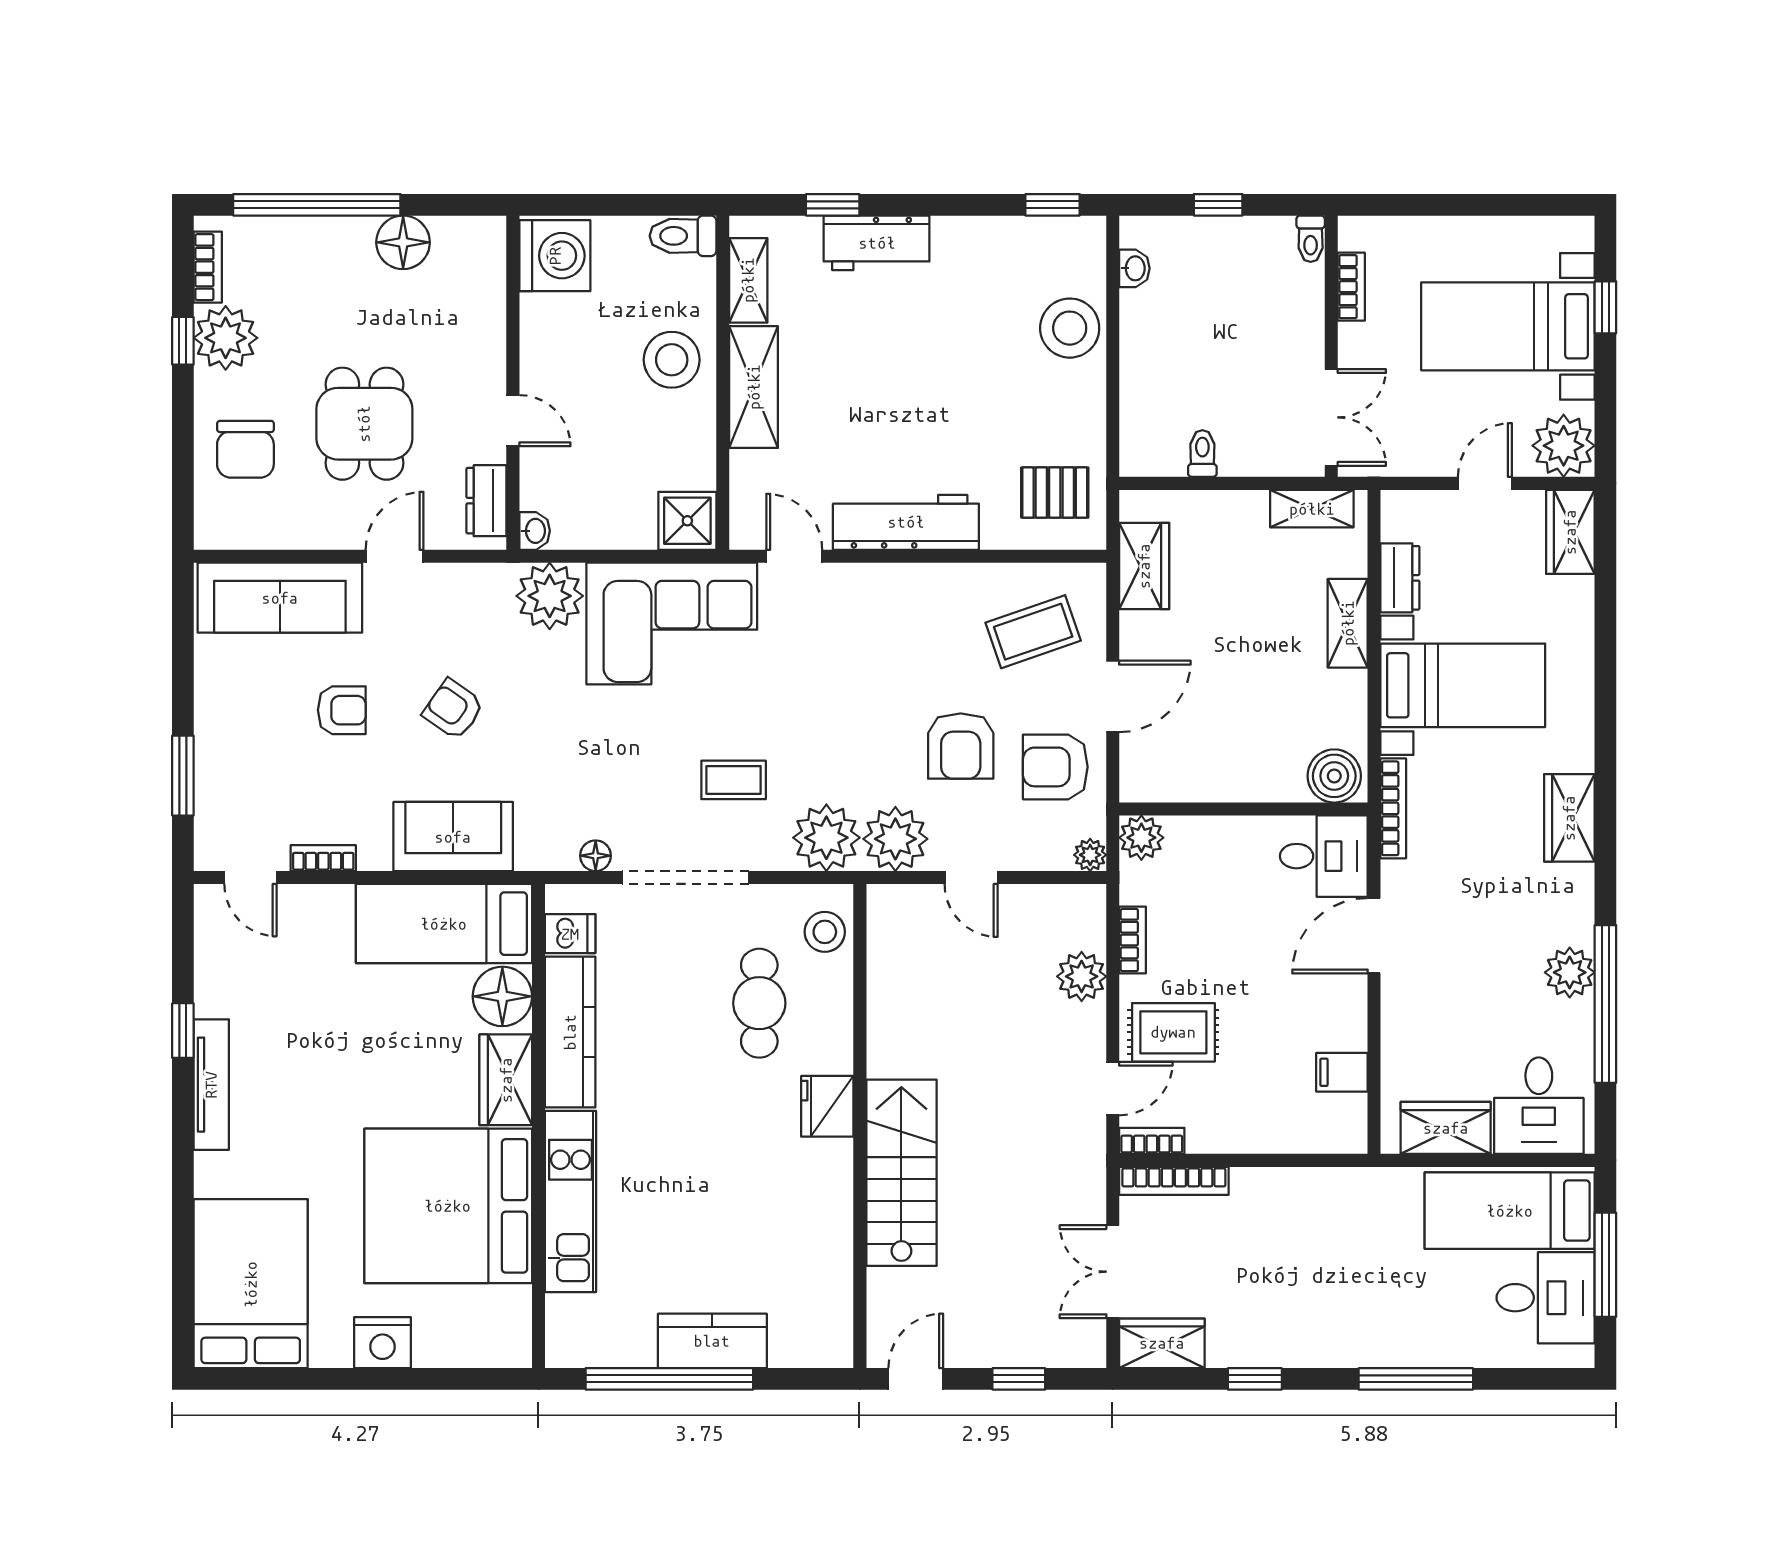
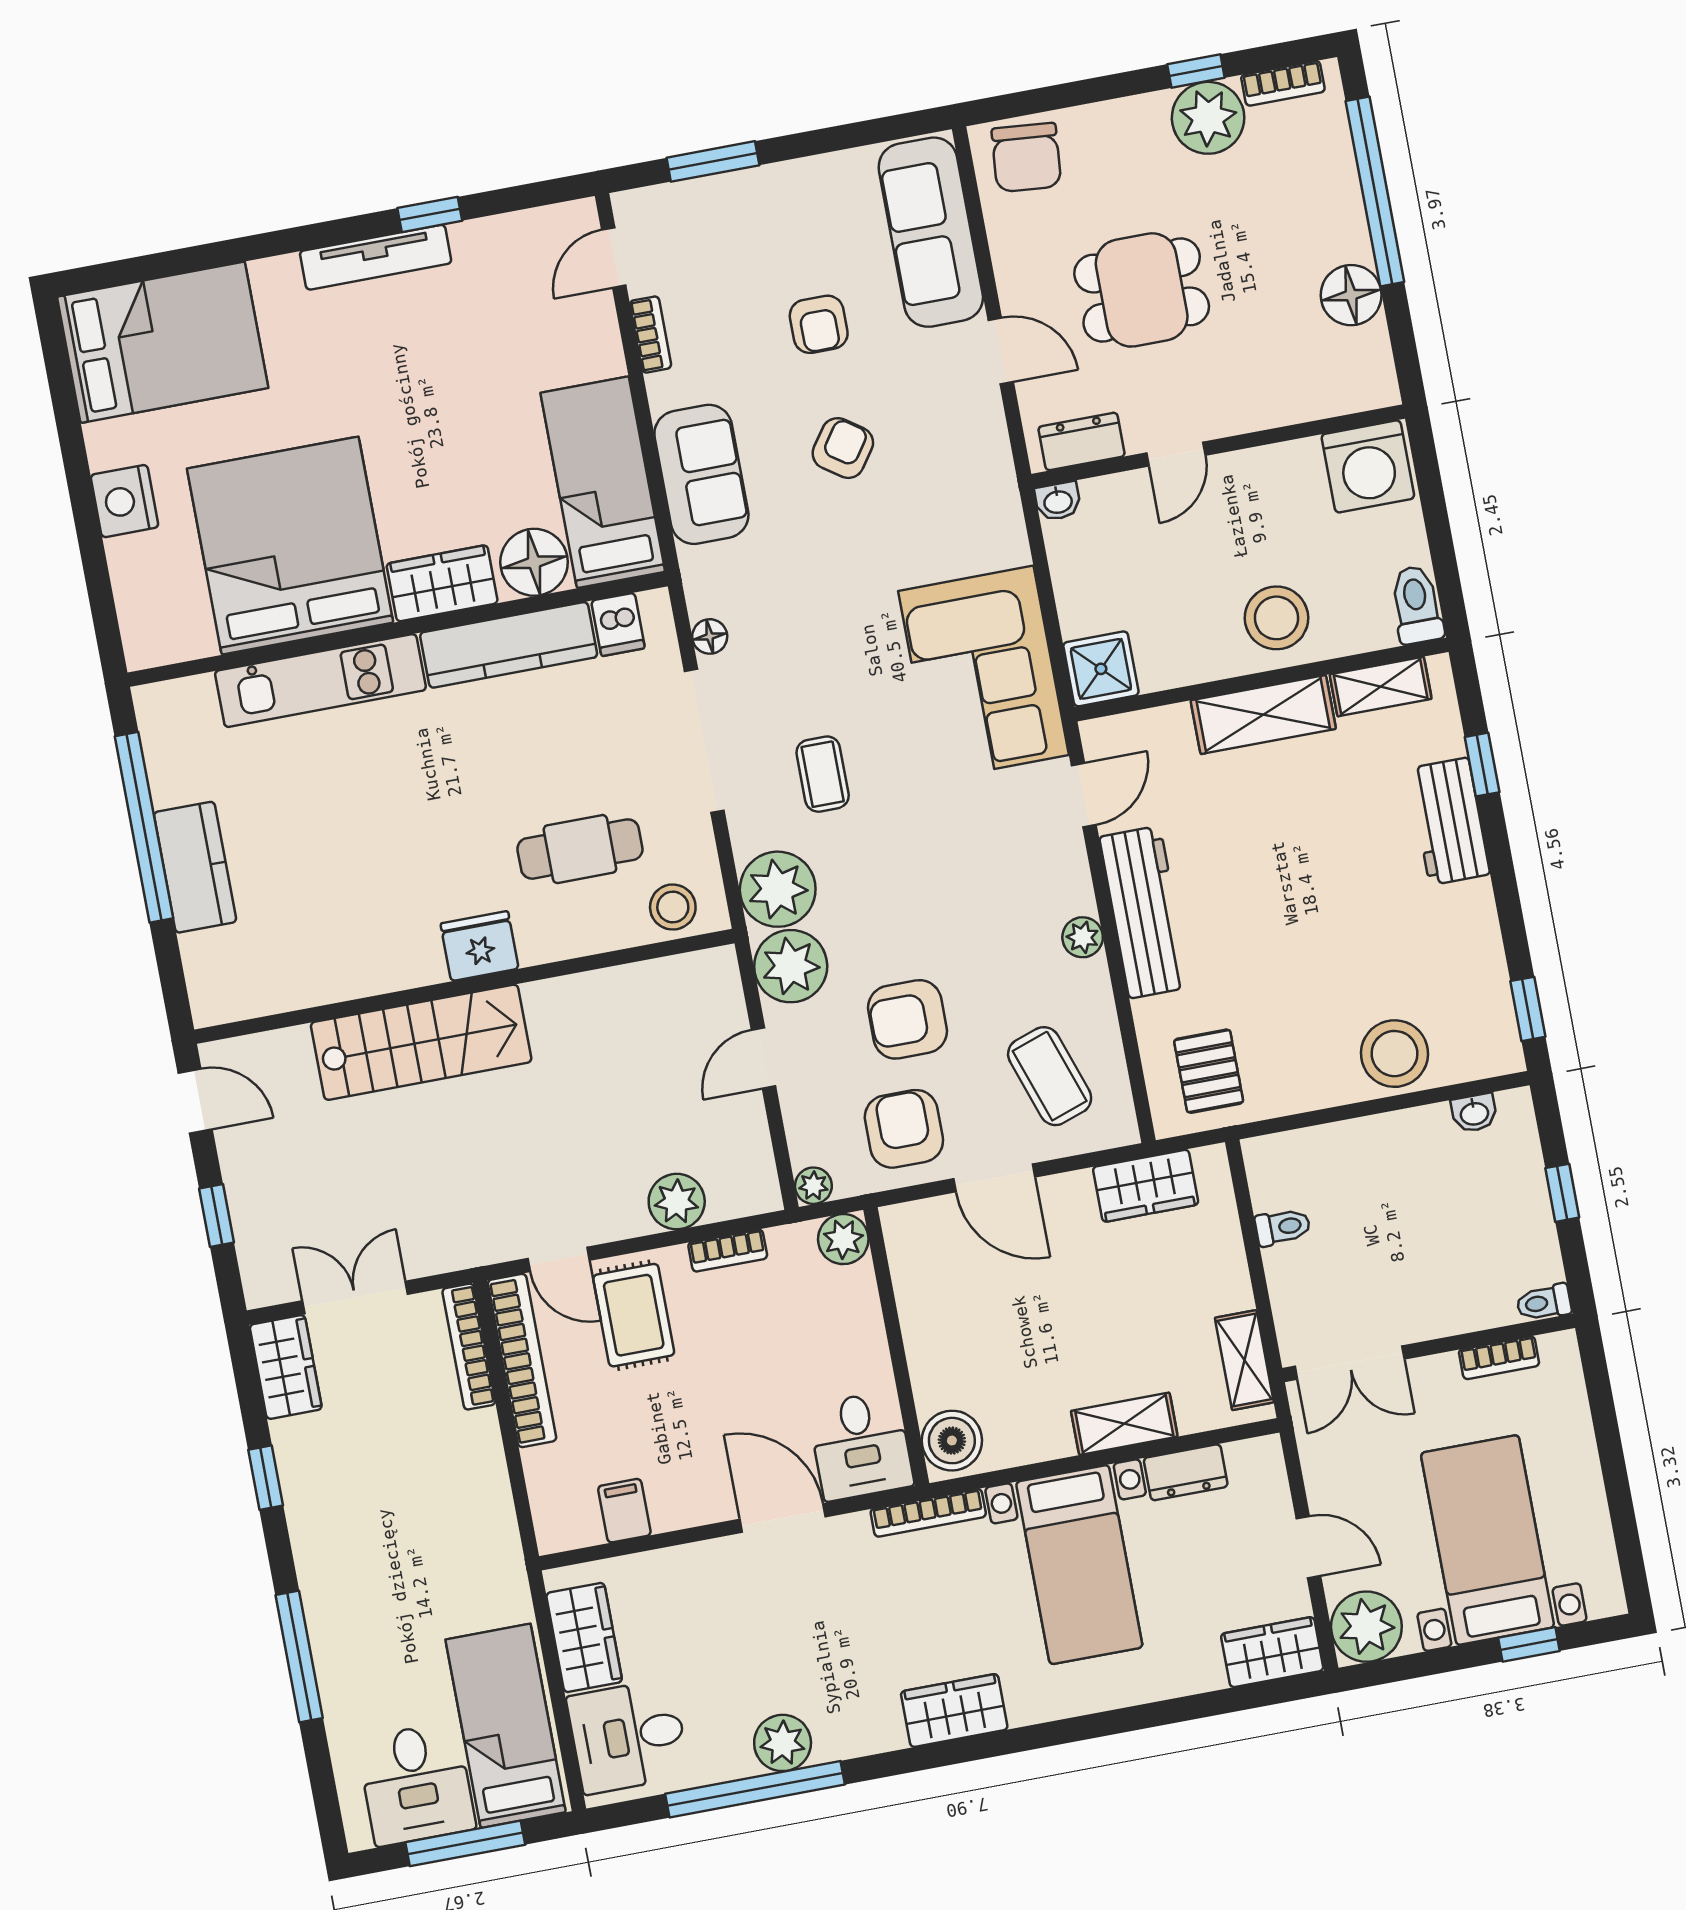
chair: (245, 449) -> (1026, 157), moved, turned -85
plant: (550, 596) -> (1083, 937), moved, width x0.53, depth x0.53
bookcase: (1152, 1141) -> (522, 1360), width x2.31, depth x1.31

